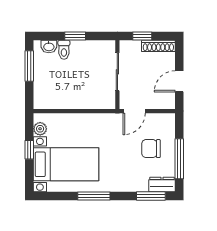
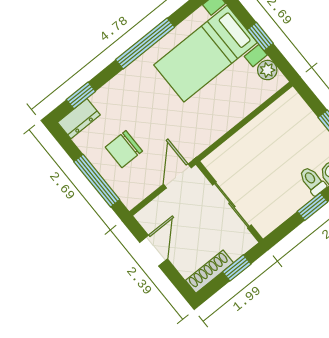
chair: (151, 149) -> (124, 149), turned 180
window: (179, 159) -> (97, 181), moved
window: (94, 196) -> (145, 43), width x1.44
window: (151, 196) -> (81, 95), width x0.67

